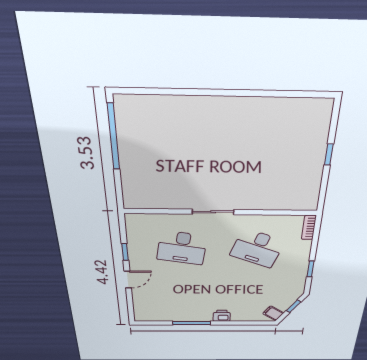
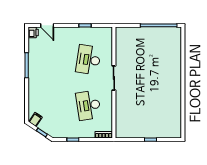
desk: (257, 248) -> (88, 105), turned -30
door: (128, 280) -> (47, 25), moved
printer: (222, 316) -> (33, 32), moved

